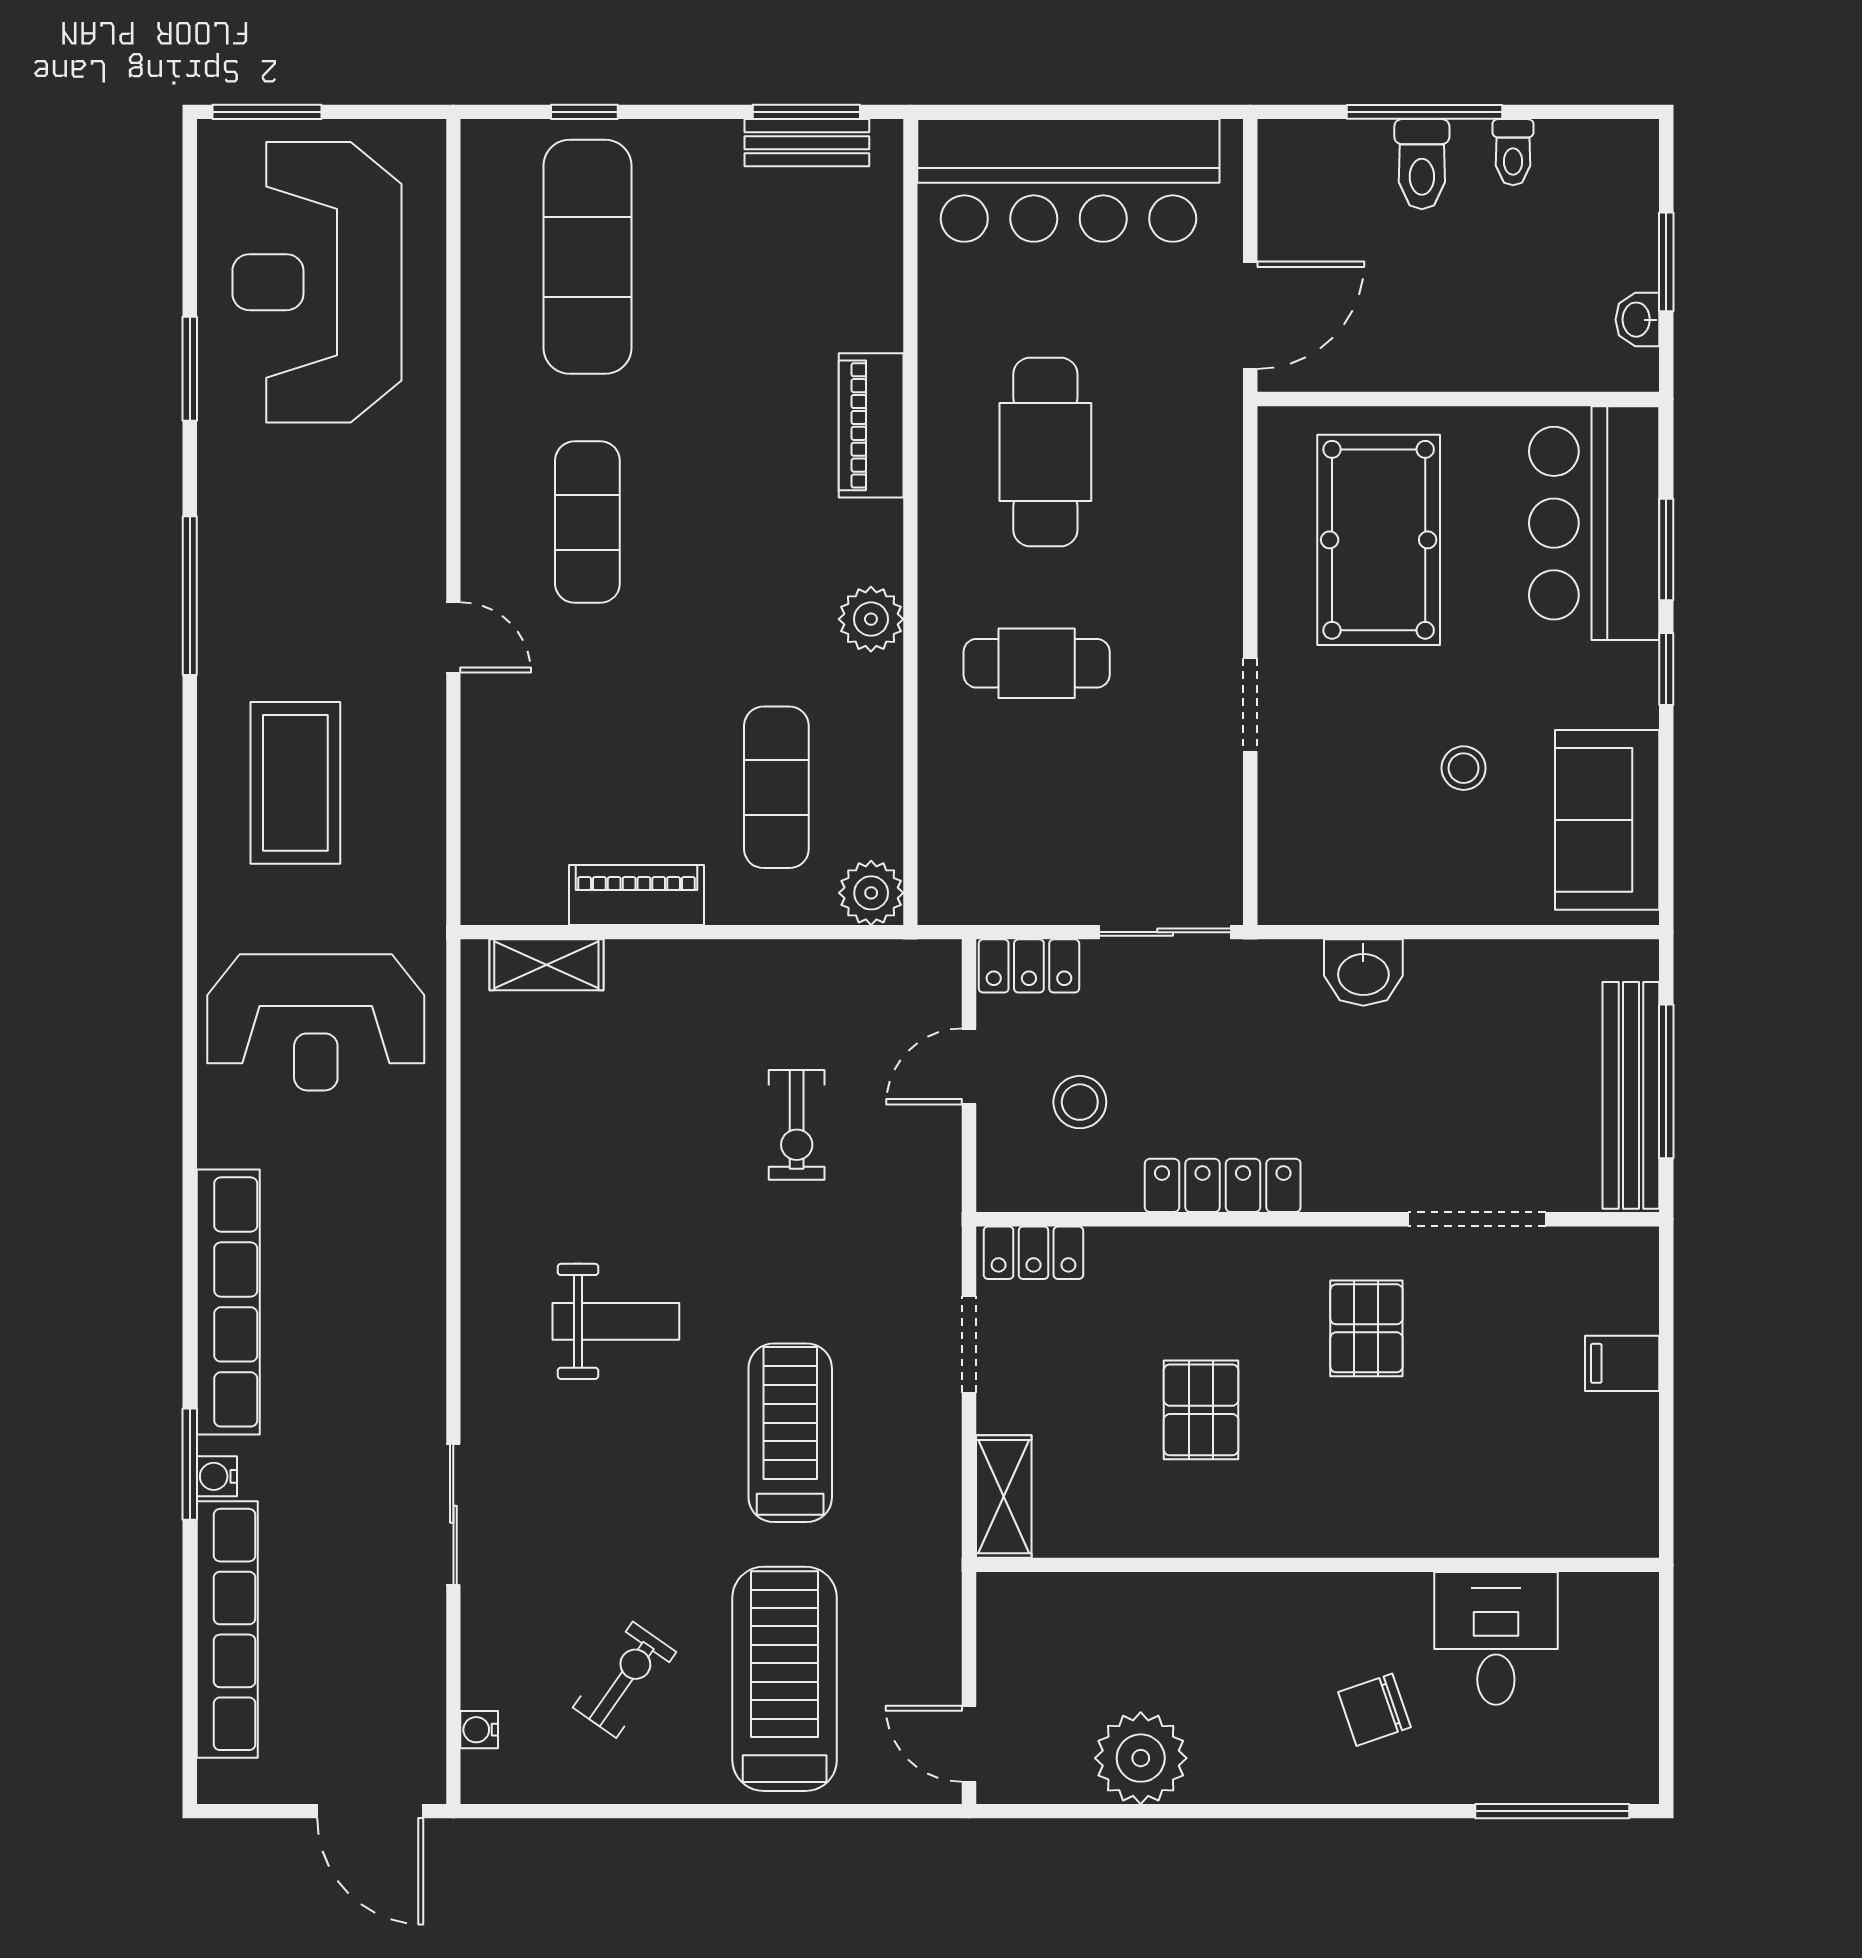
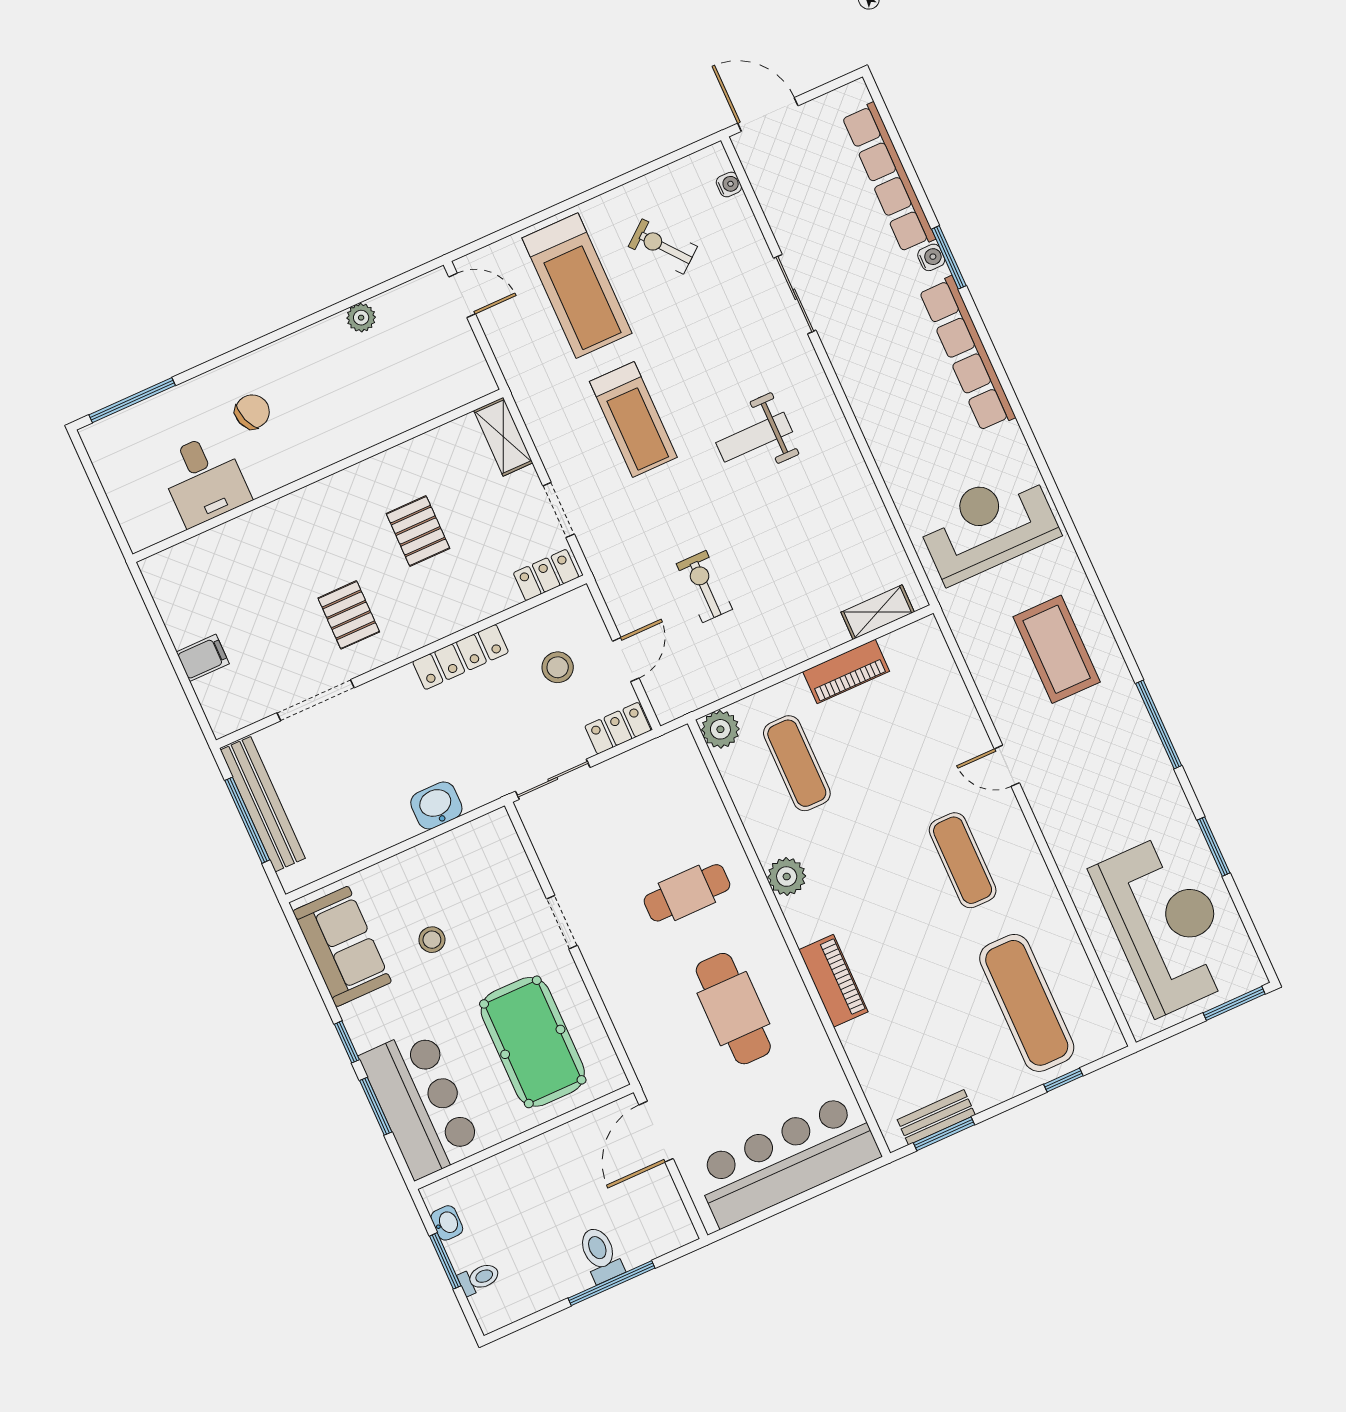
toilet: (1513, 152) -> (479, 1278), moved, turned 90
exercise bike: (625, 1680) -> (663, 246), turned 106
plant: (1141, 1758) -> (361, 318), width x0.53, depth x0.53

